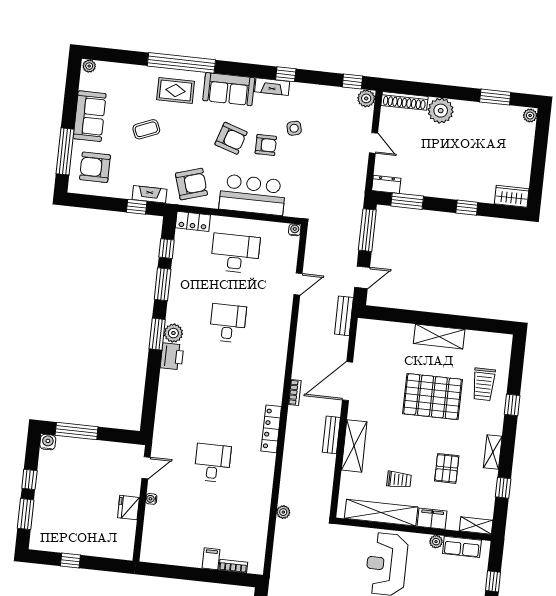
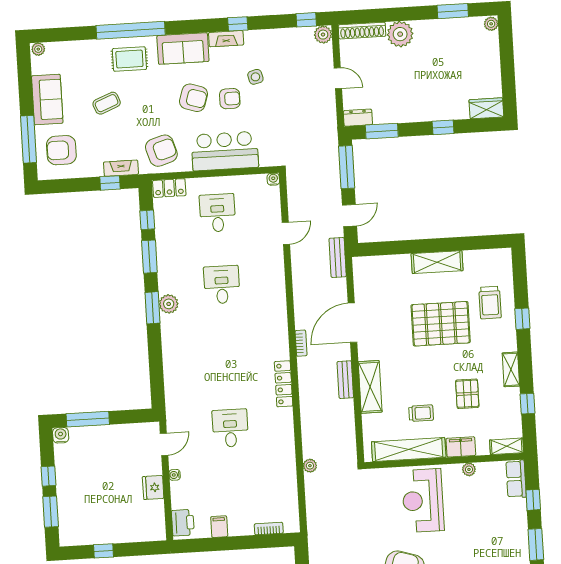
desk: (235, 253) -> (217, 213), width x0.73
printer: (172, 356) -> (183, 523), moved
row of seats: (462, 547) -> (516, 479), moved, turned 90
filing cabinet: (211, 559) -> (219, 527), moved

